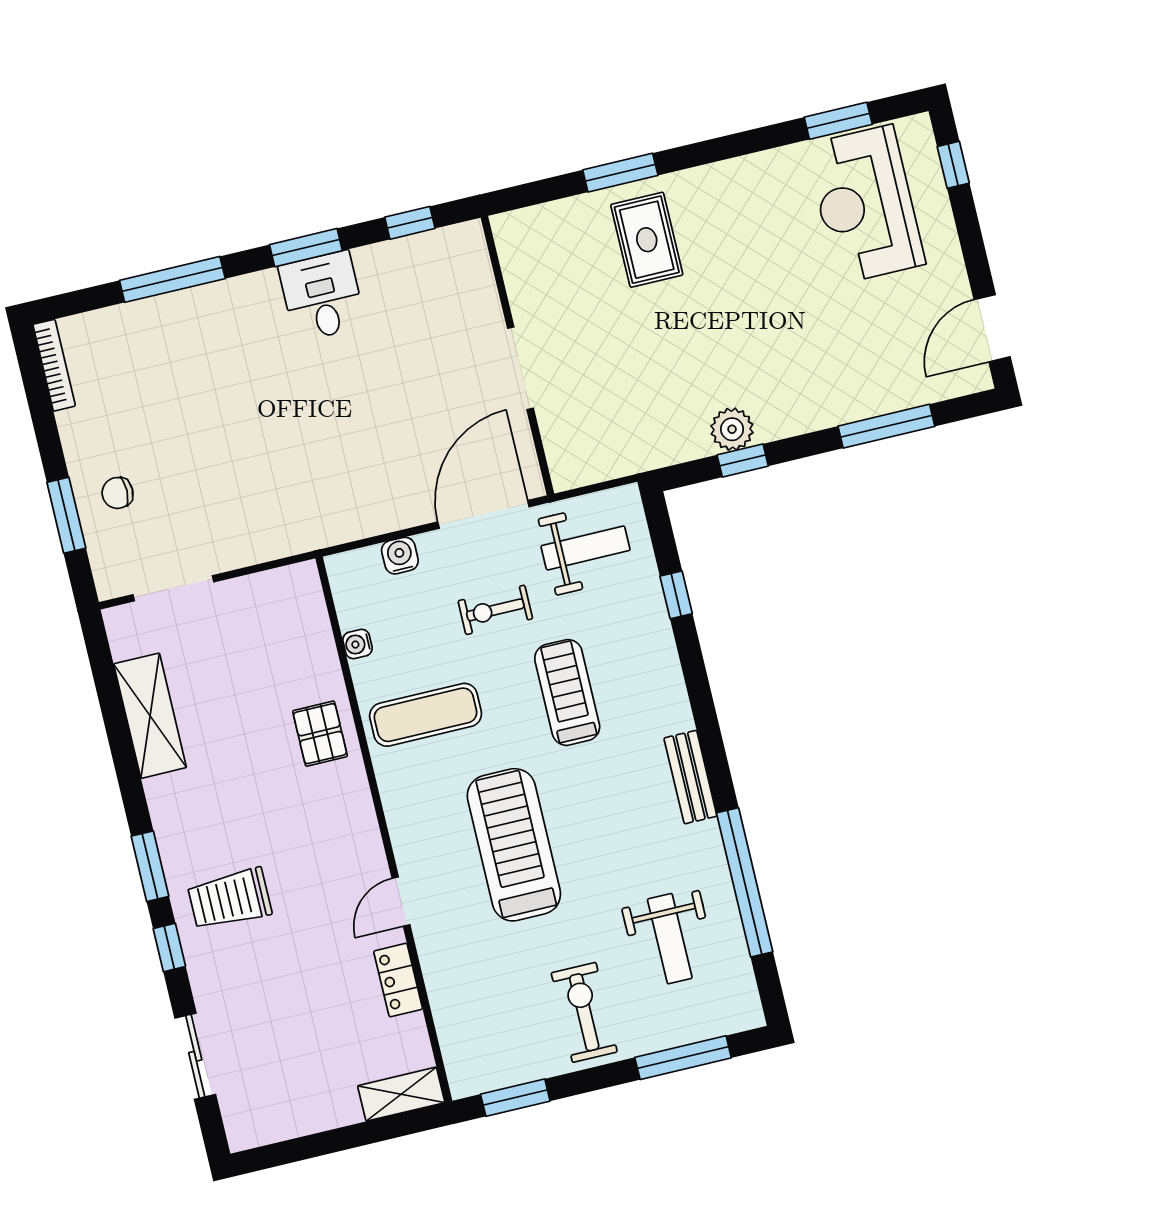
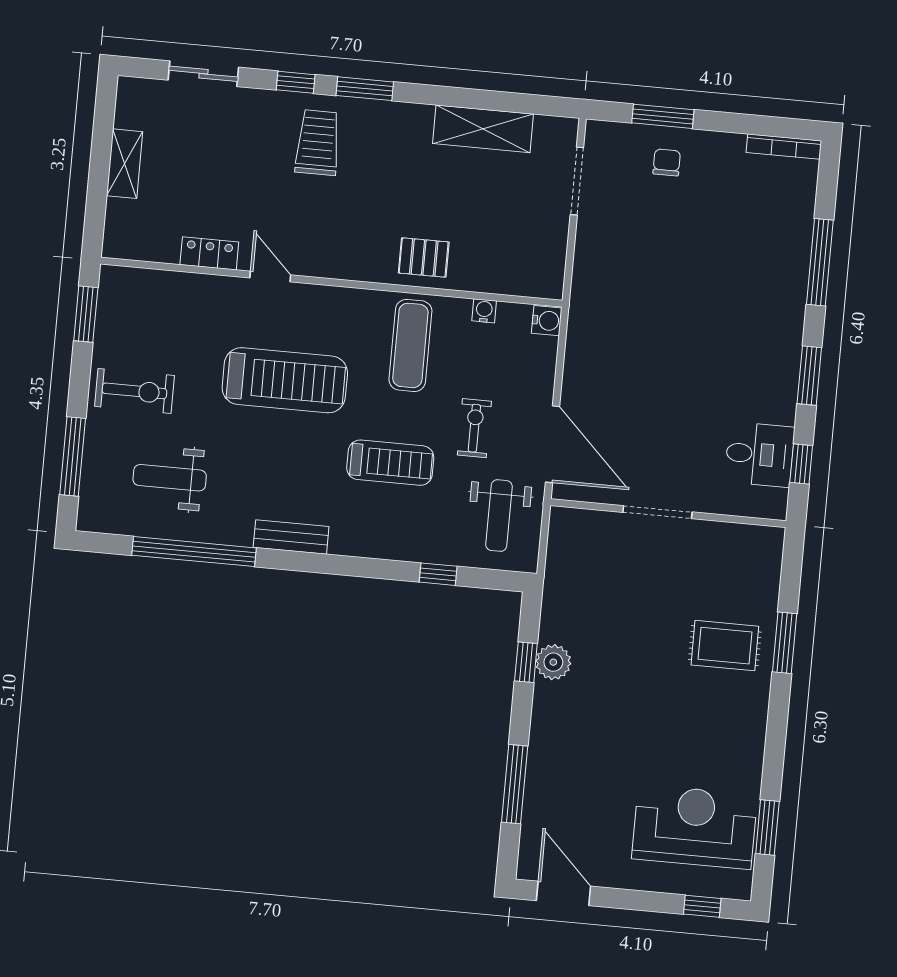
desk: (322, 296) -> (760, 454), moved
water cooler: (400, 556) -> (547, 321), moved
shelving: (401, 1094) -> (125, 164), moved

